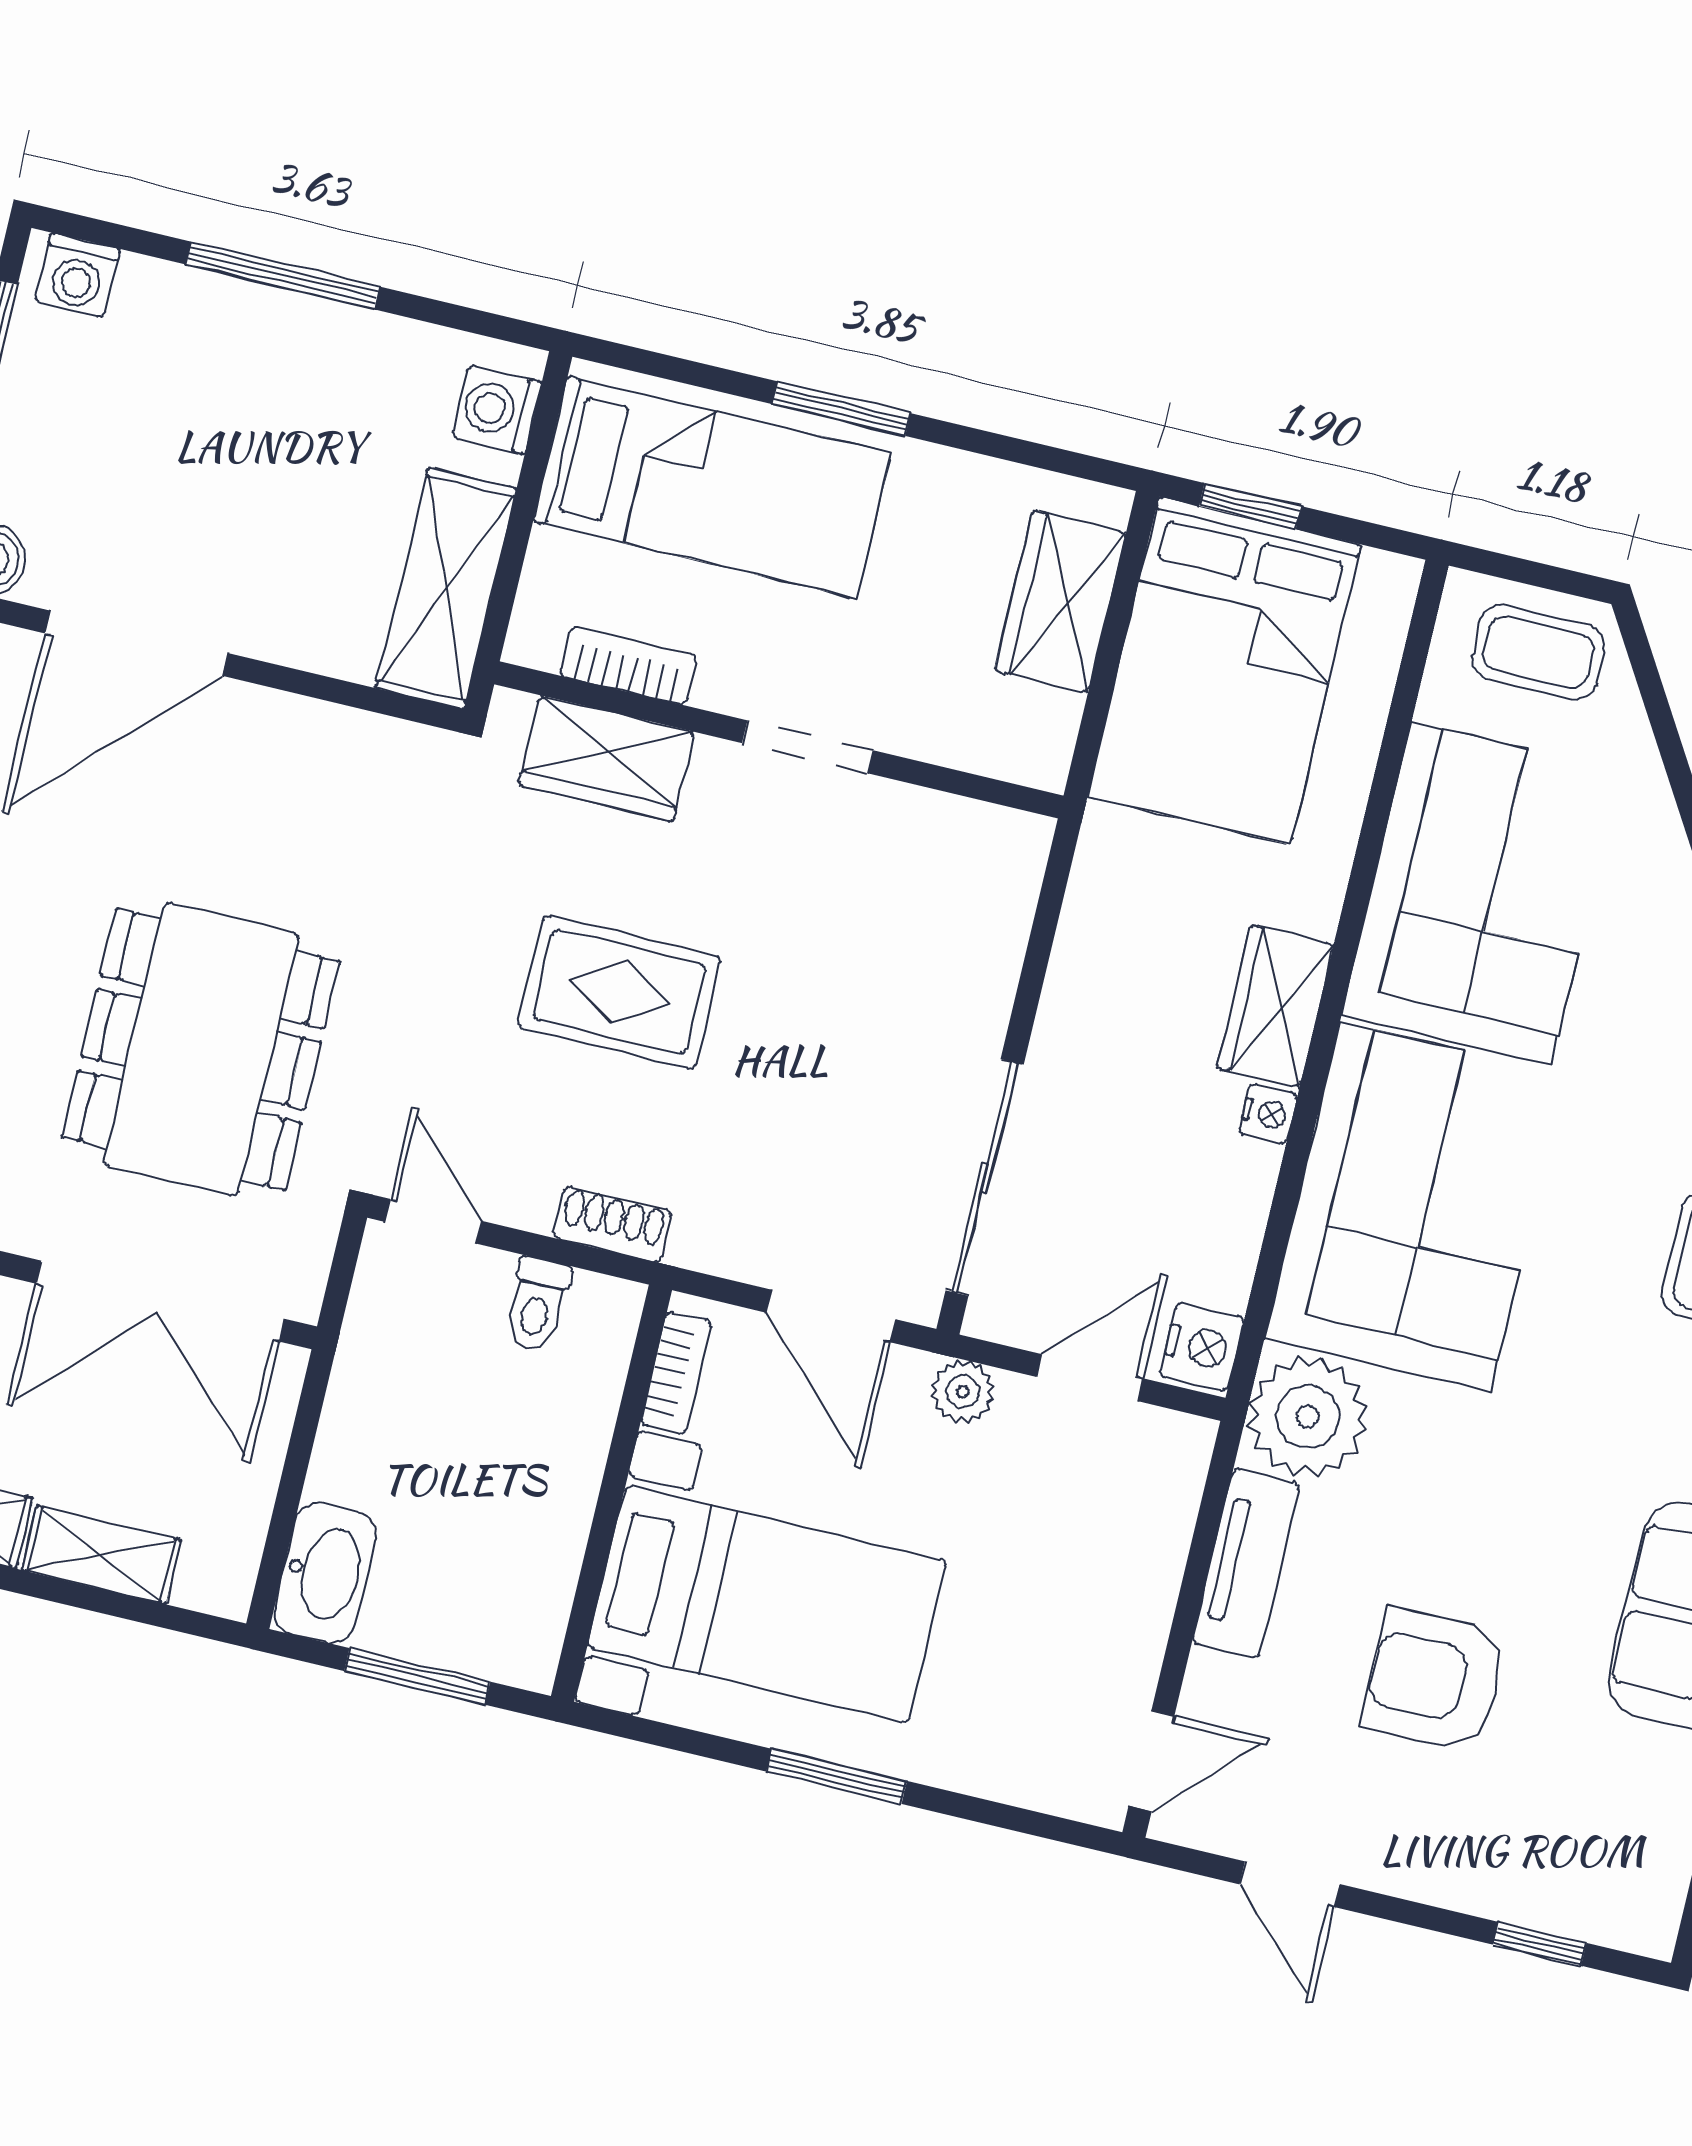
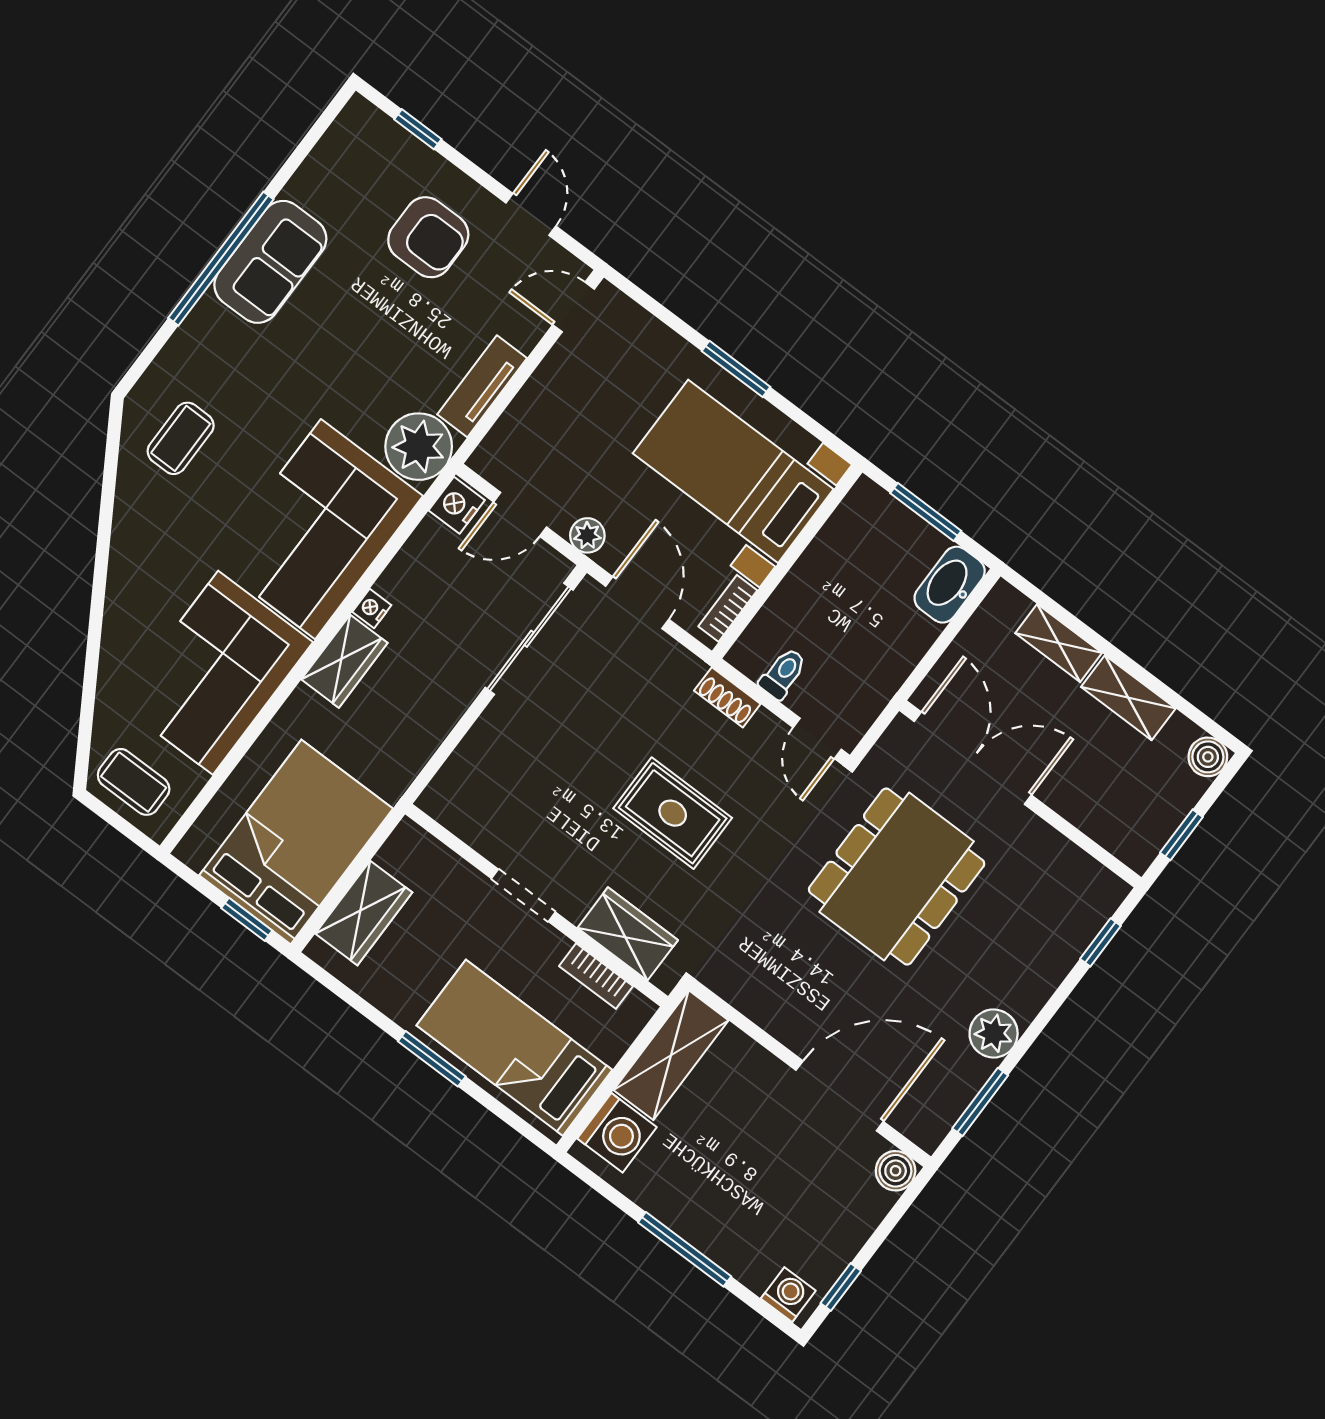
washing machine: (497, 410) -> (617, 1133), width x1.38, depth x1.38
armchair: (1435, 1680) -> (428, 237), moved

